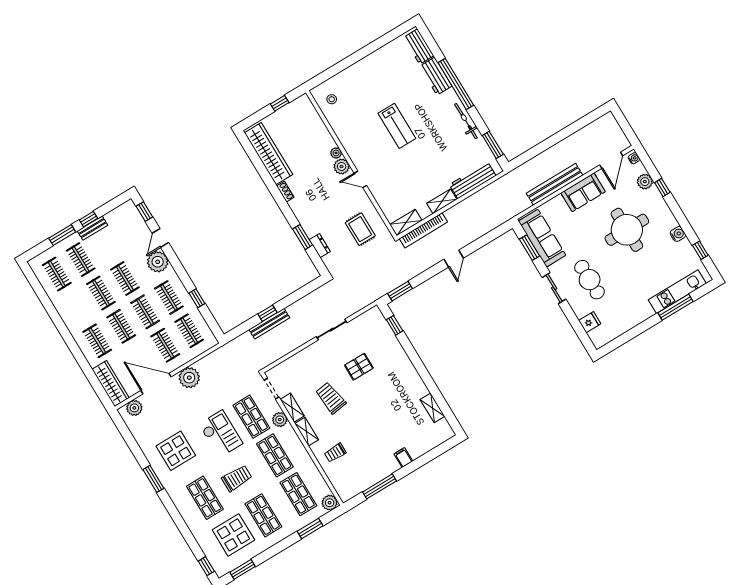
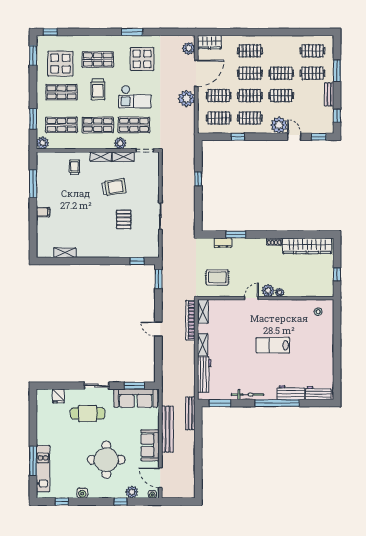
window: (88, 219) -> (337, 116), moved
bench: (269, 324) -> (190, 413), moved
wardrobe: (110, 384) -> (209, 42), width x0.67

